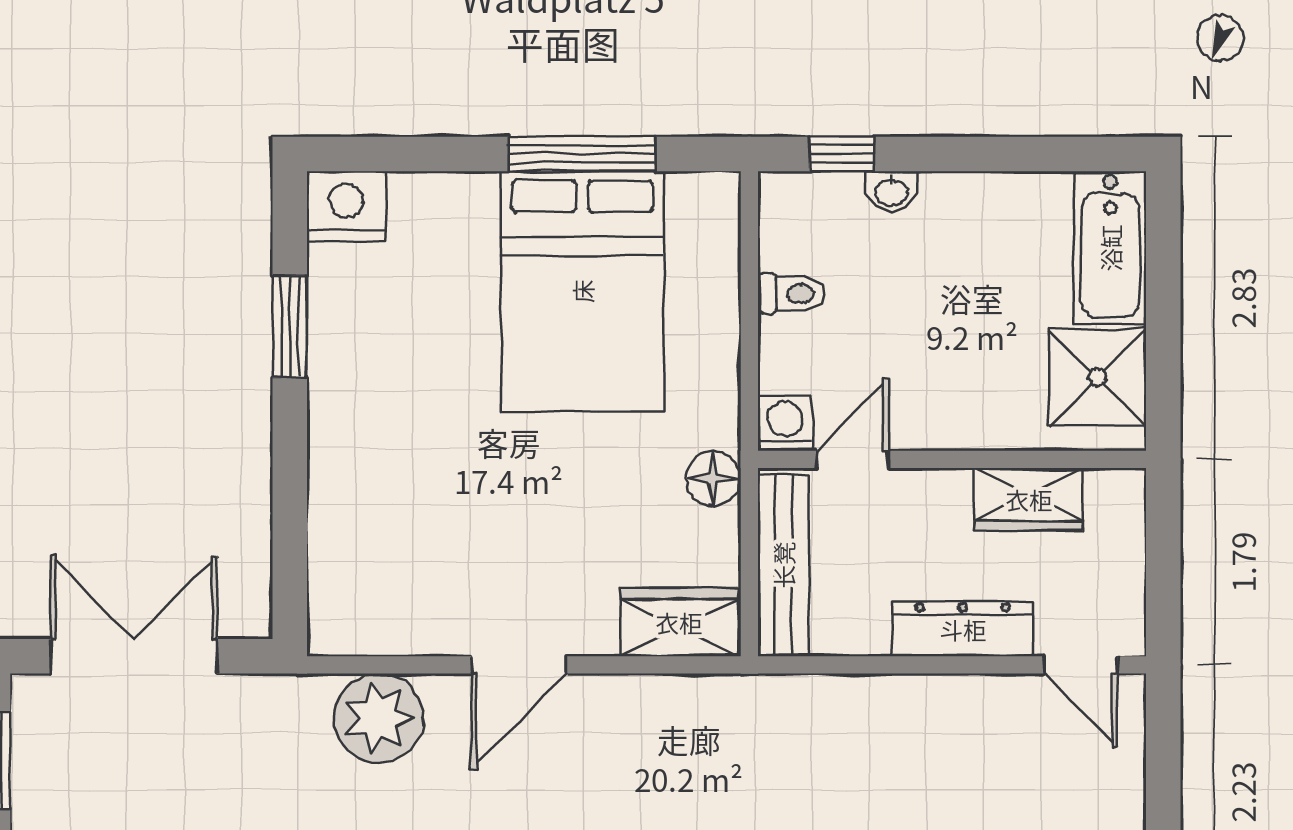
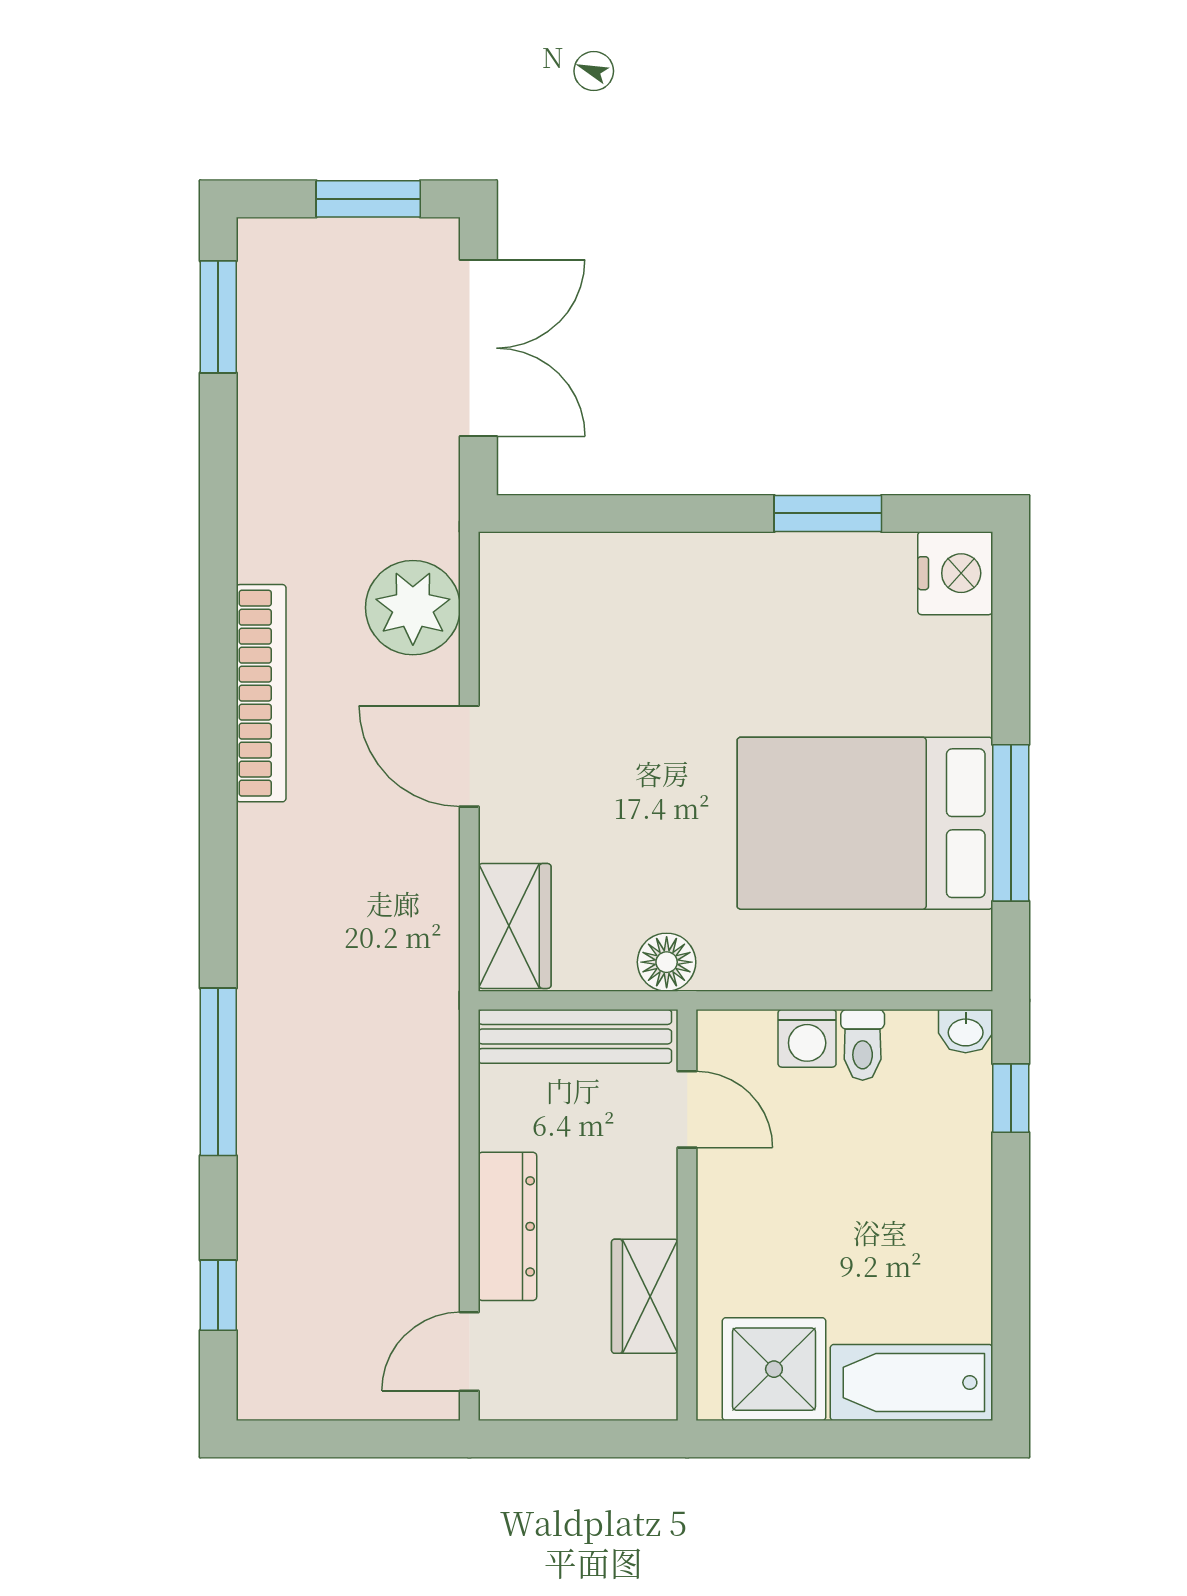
washbasin: (891, 192) -> (966, 1031), moved, turned -90
washing machine: (785, 423) -> (807, 1038), moved, turned 90

